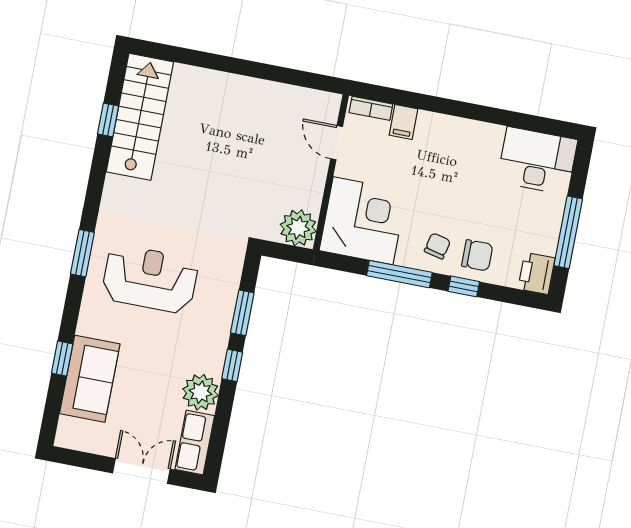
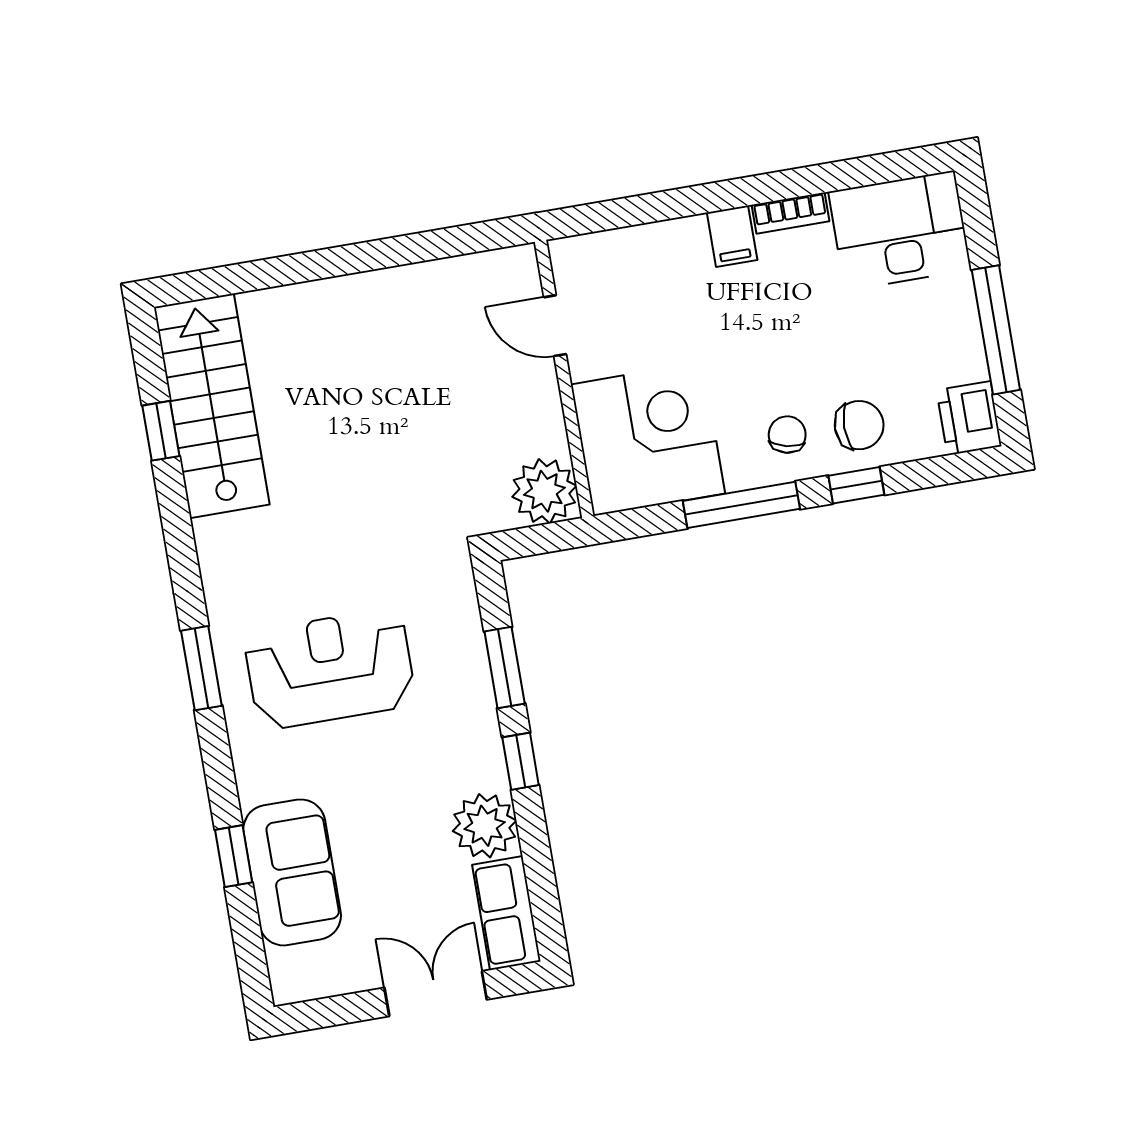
bookcase: (371, 108) -> (790, 213), moved
filing cabinet: (404, 122) -> (732, 236), moved

